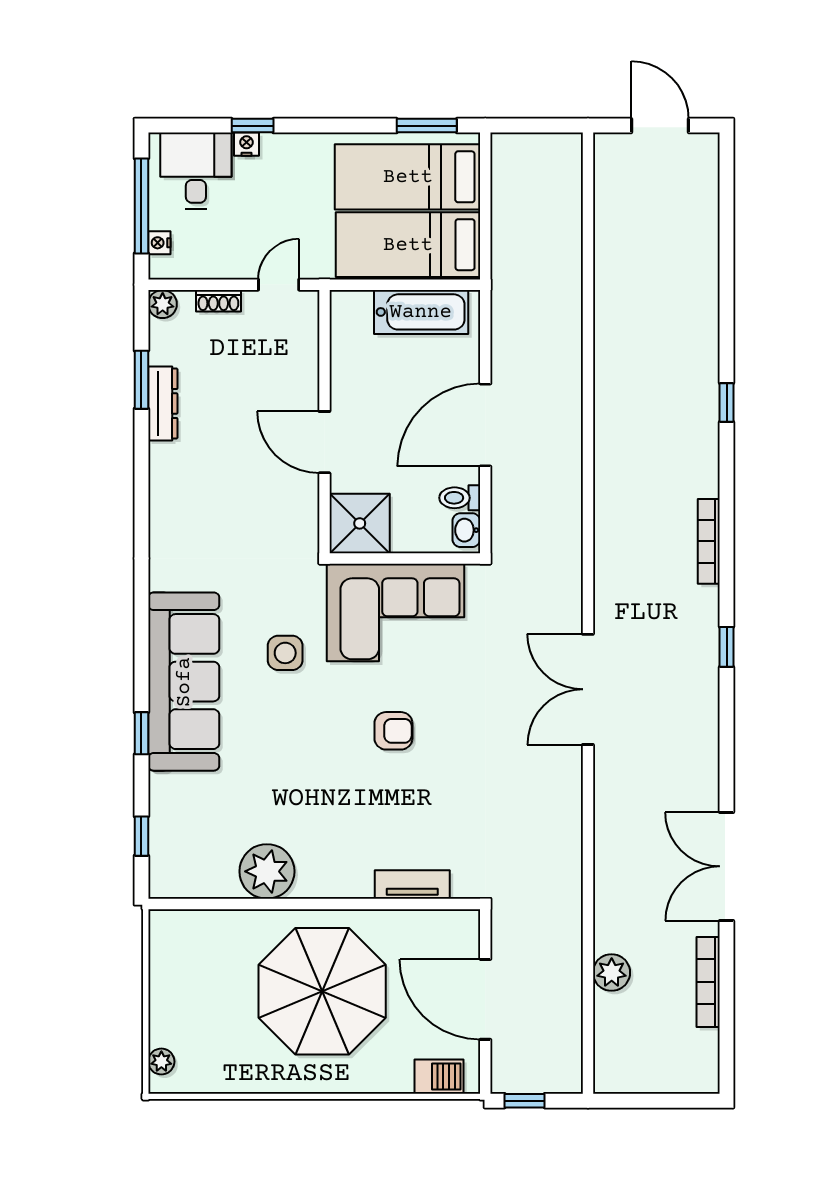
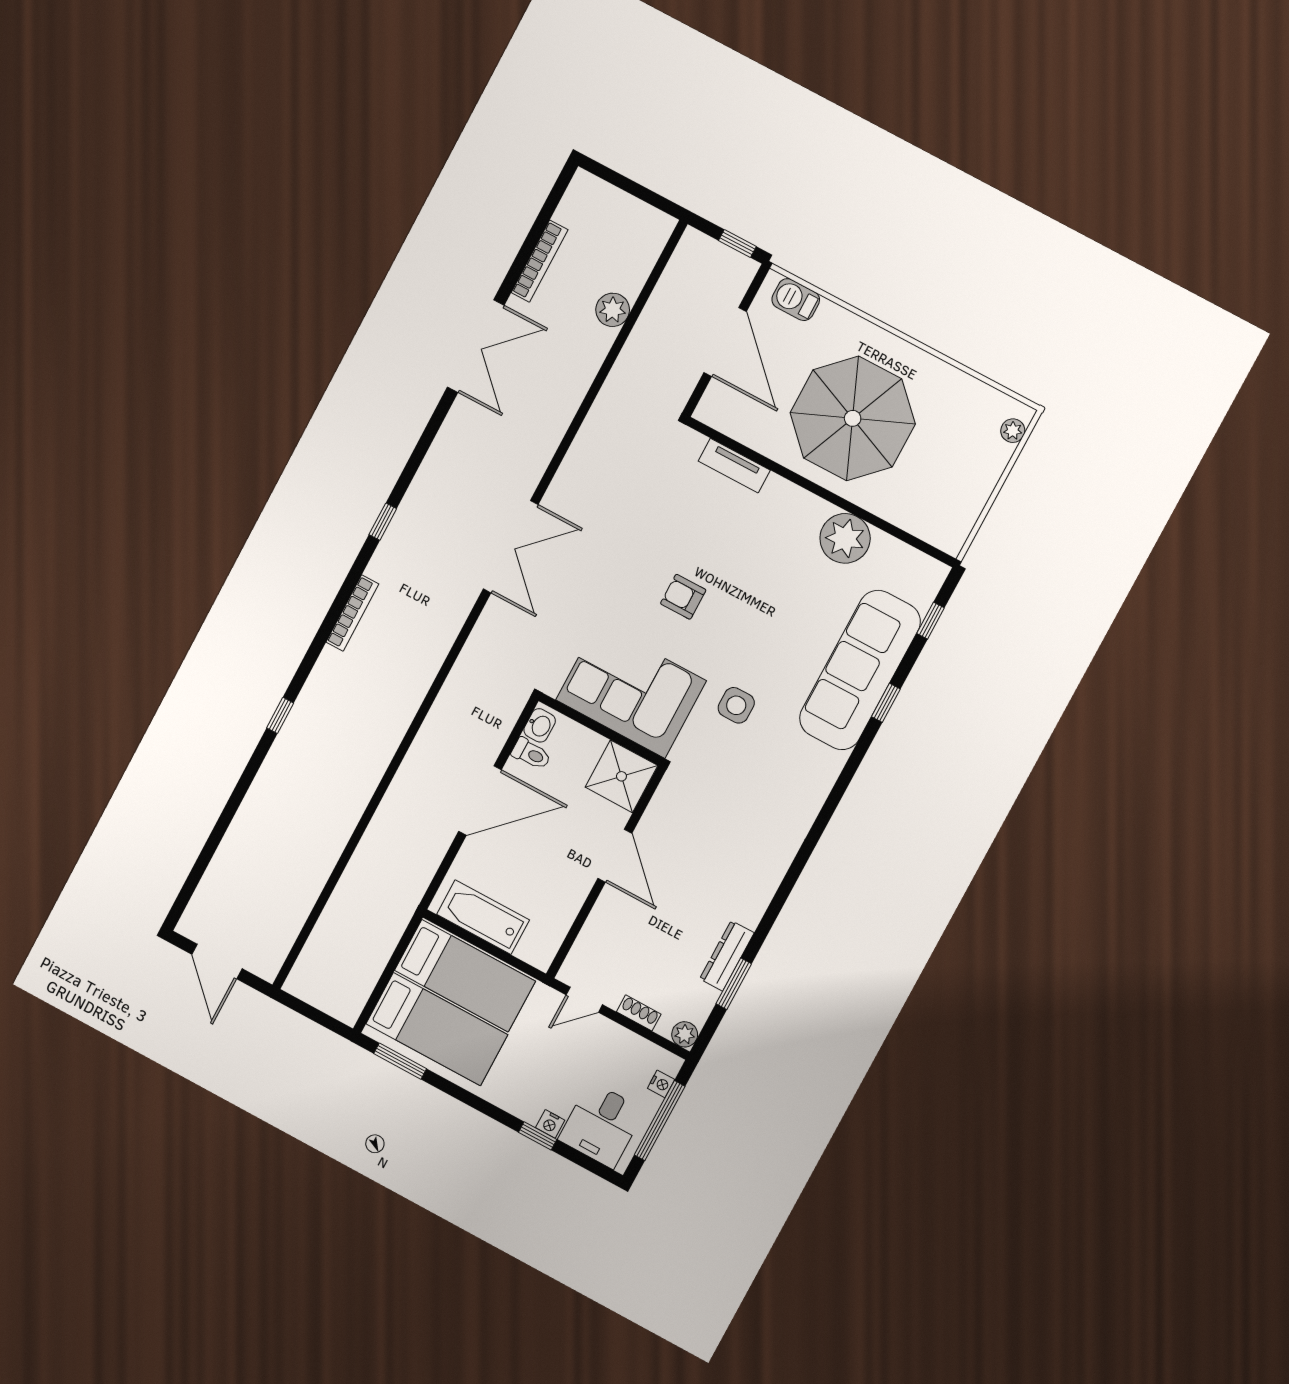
sofa: (184, 682) -> (860, 670), moved

